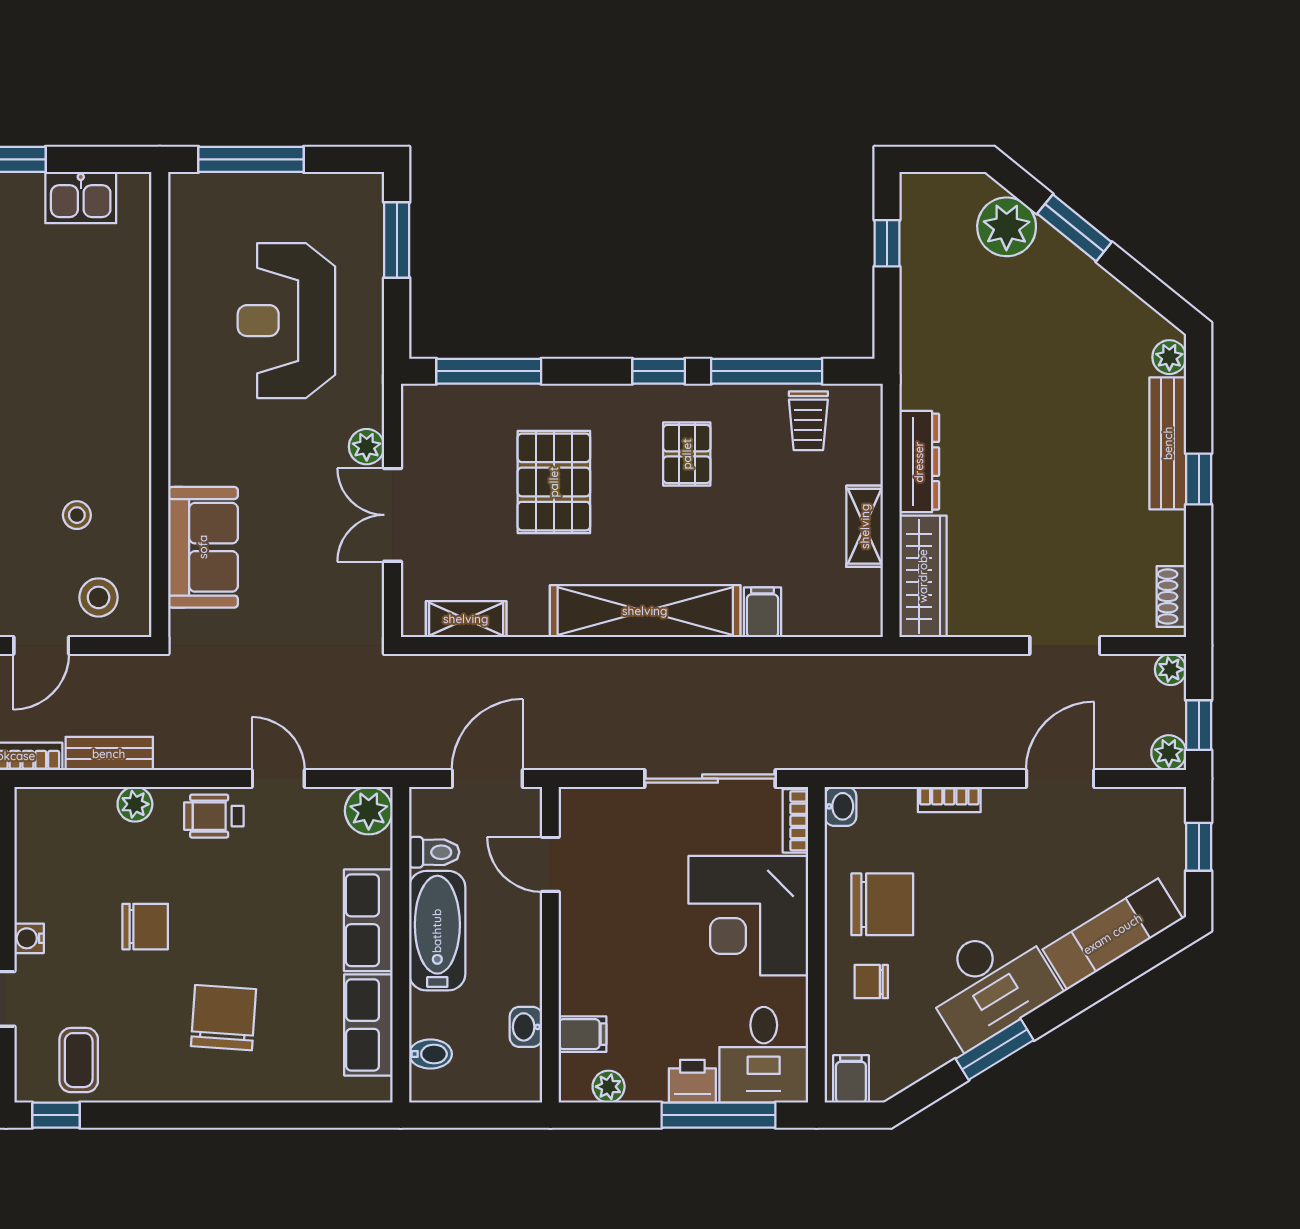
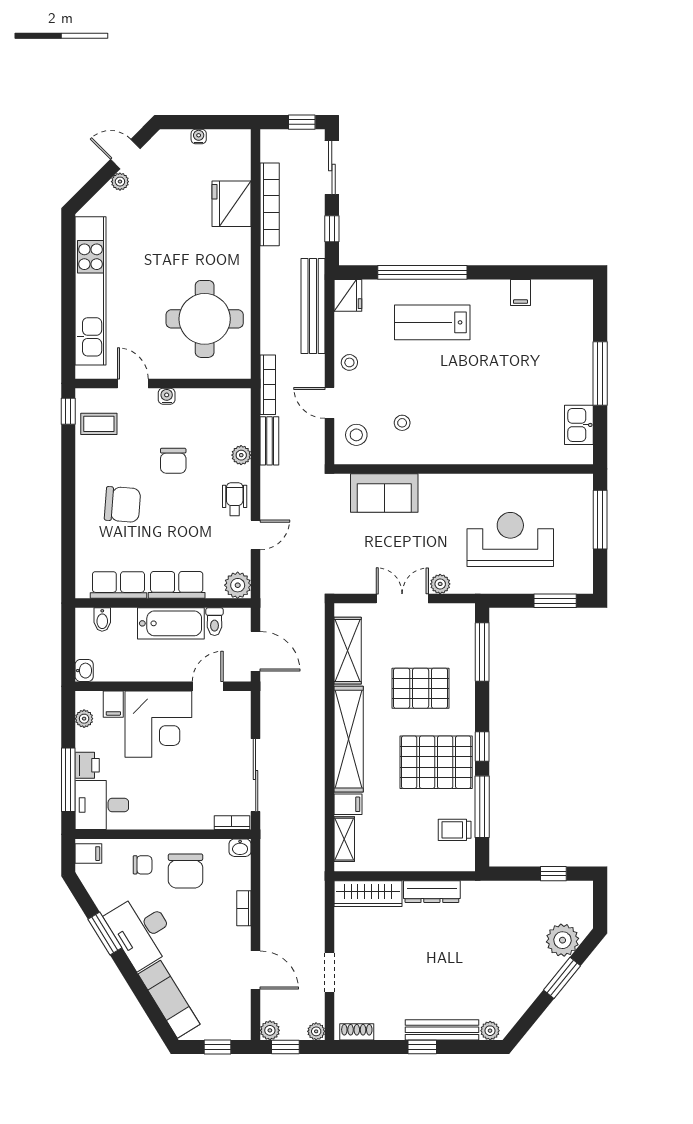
pallet: (687, 454) -> (436, 762), width x2.05, depth x2.00
shelving: (865, 526) -> (344, 839), moved, turned 90
shelving: (466, 619) -> (348, 651), width x1.50, depth x1.33
corner desk: (748, 916) -> (158, 724), moved, turned 180
chair: (871, 982) -> (143, 865), turned 90
washbasin: (526, 1027) -> (84, 671), moved, turned 90

